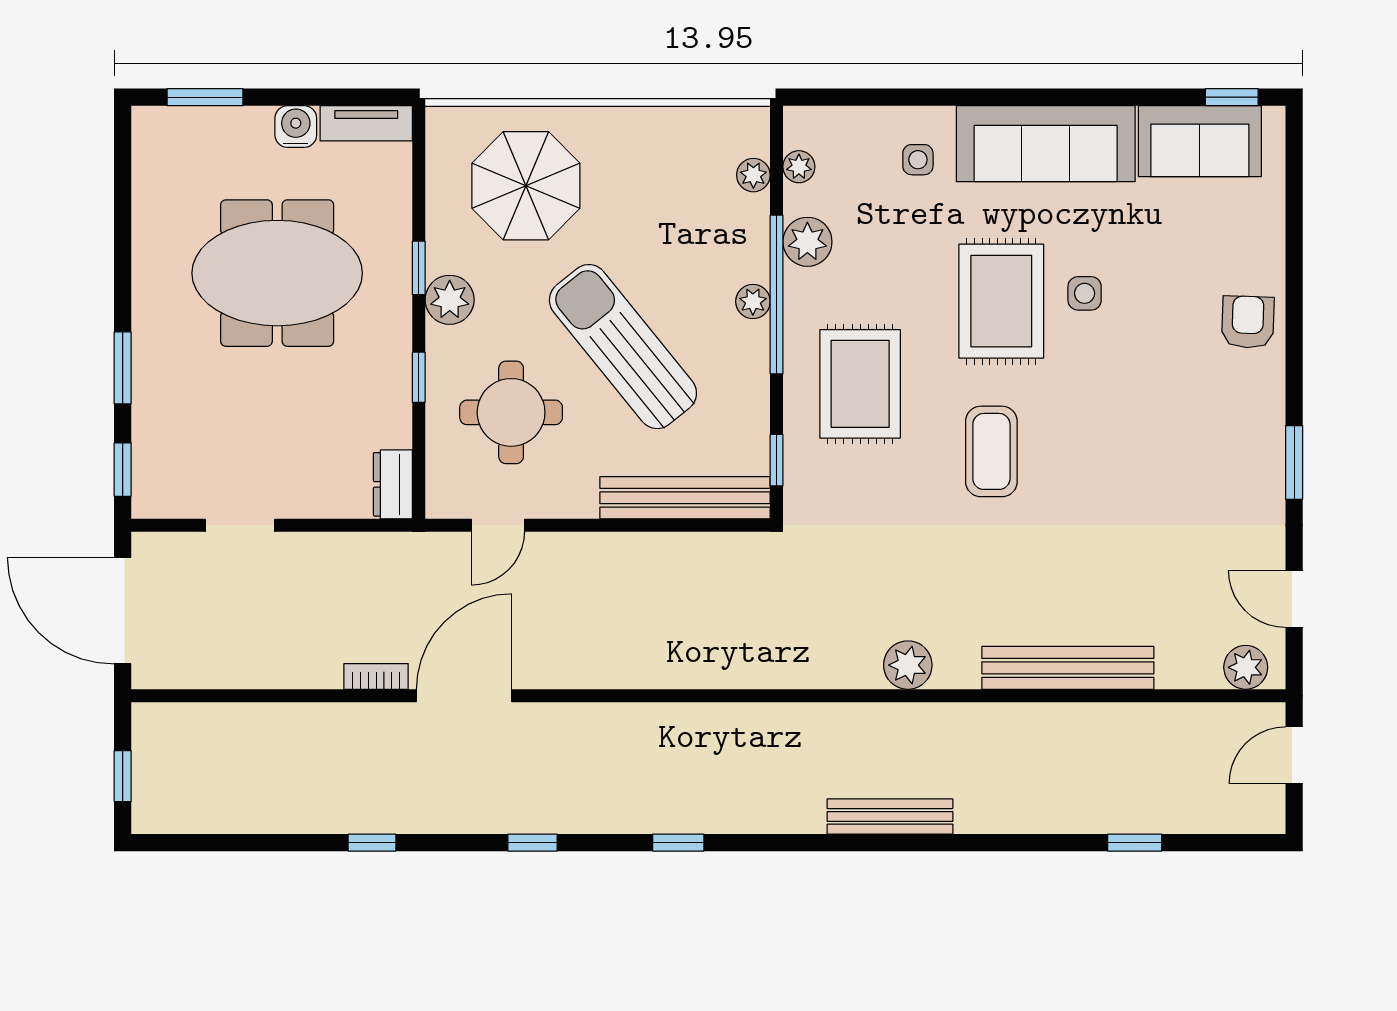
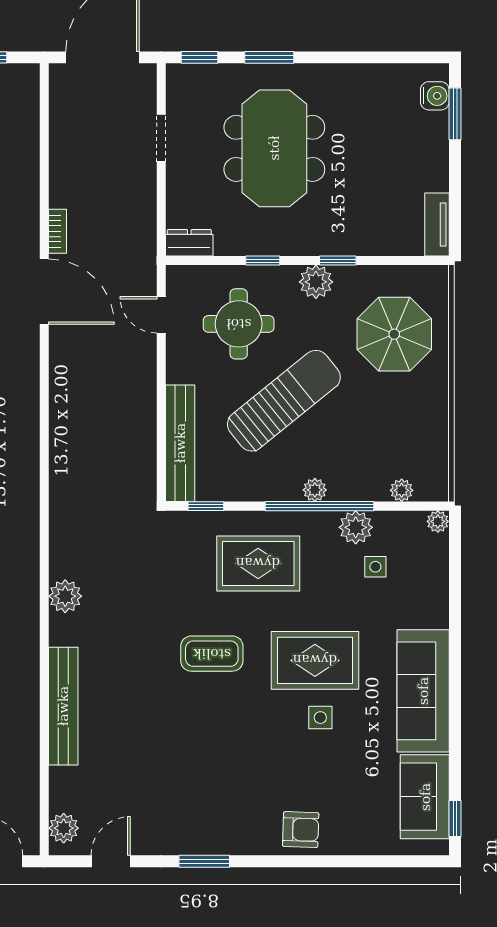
water cooler: (296, 127) -> (435, 96), moved
side table: (918, 160) -> (375, 567), moved
plant: (799, 167) -> (438, 521), moved
meeting table: (277, 273) -> (274, 148), moved

